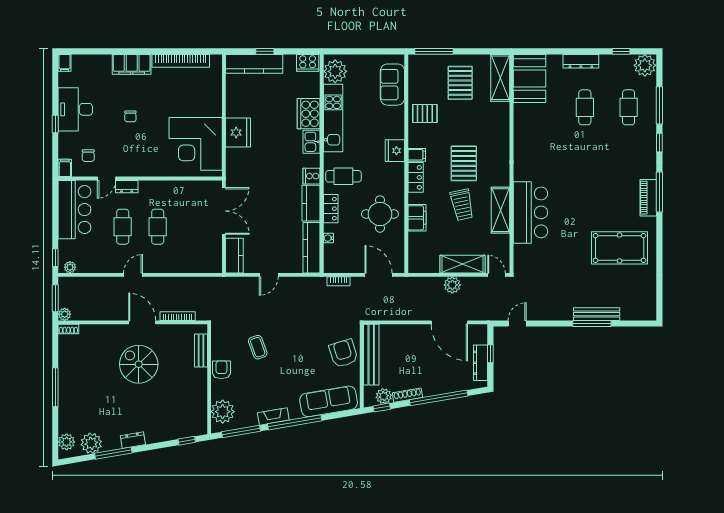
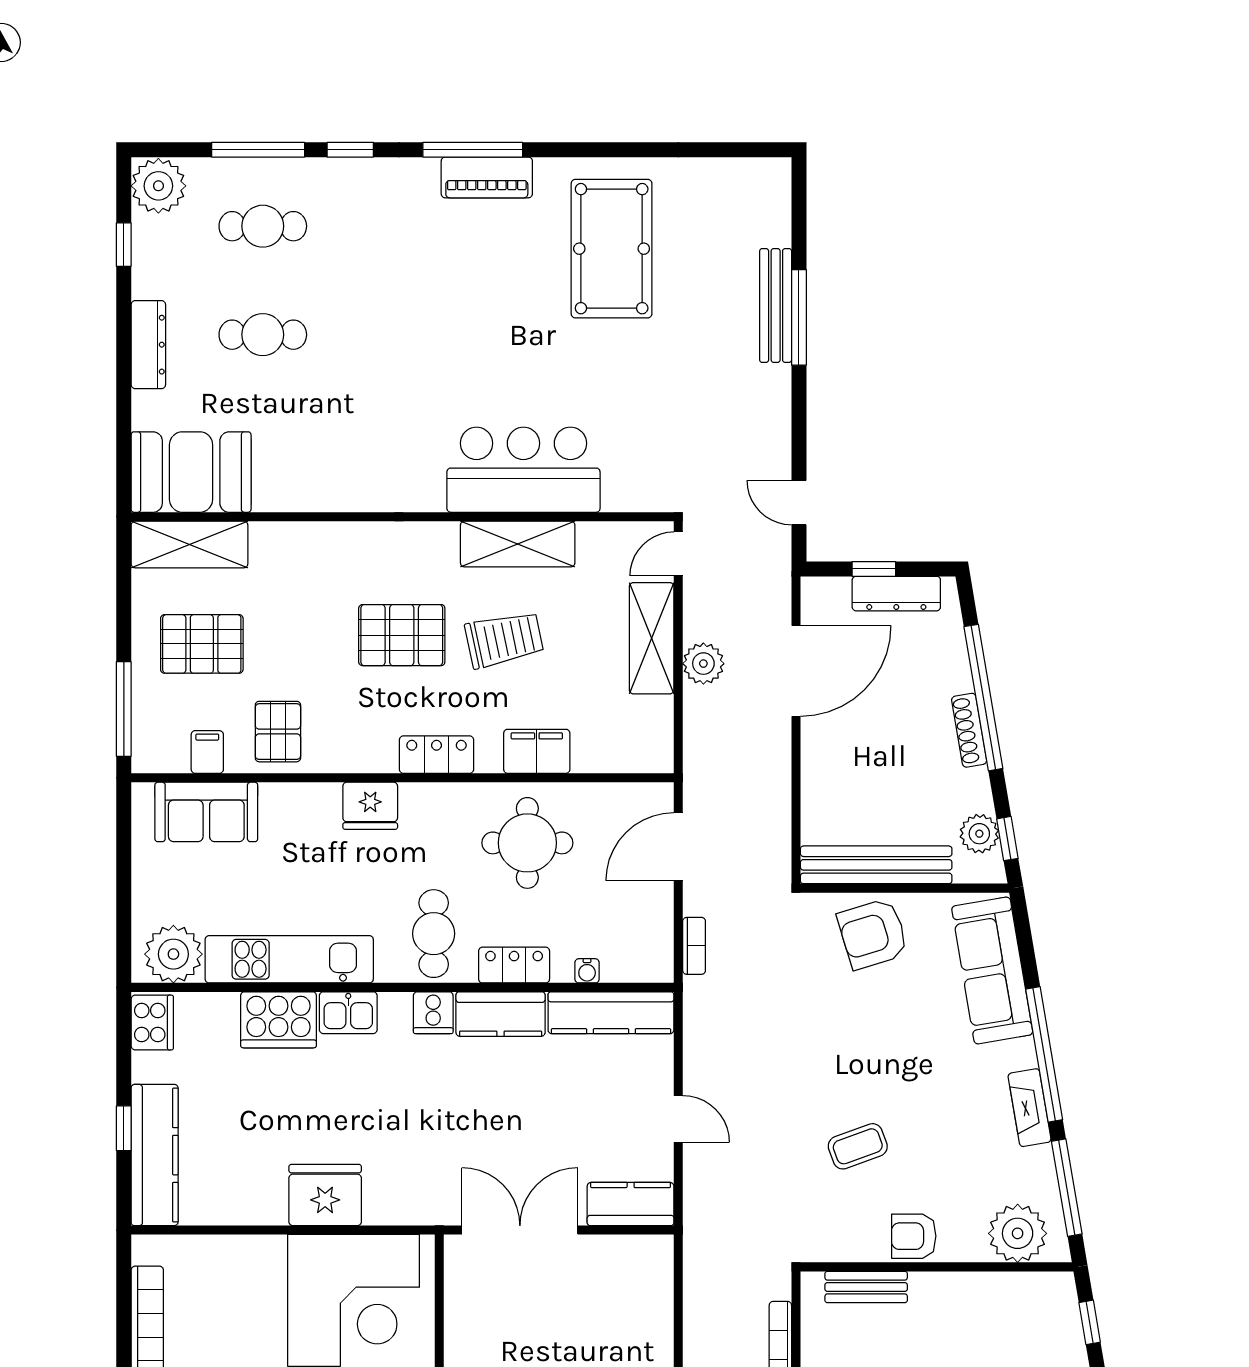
filing cabinet: (417, 155) -> (207, 752), moved
shoe rack: (407, 395) -> (969, 730), moved

